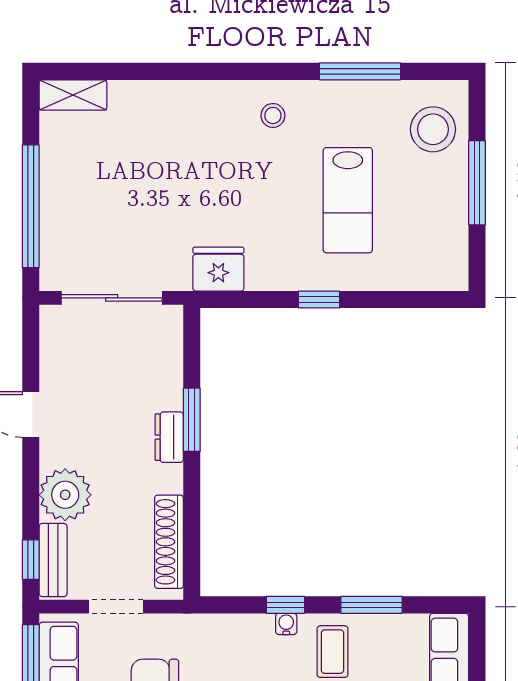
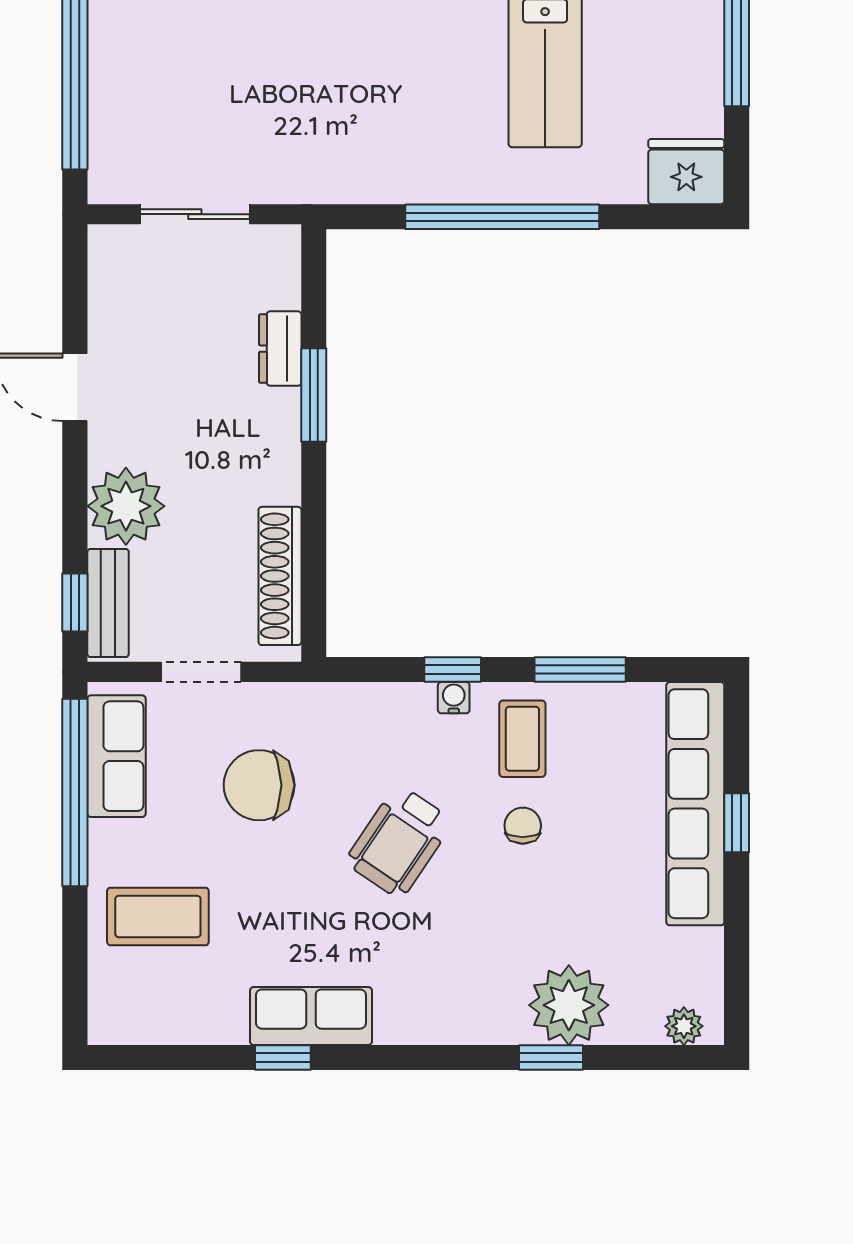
fridge: (218, 269) -> (686, 172), moved
sliding door: (112, 298) -> (195, 214), width x0.73
window: (319, 300) -> (502, 217), width x3.17
dresser: (169, 437) -> (280, 349), moved

